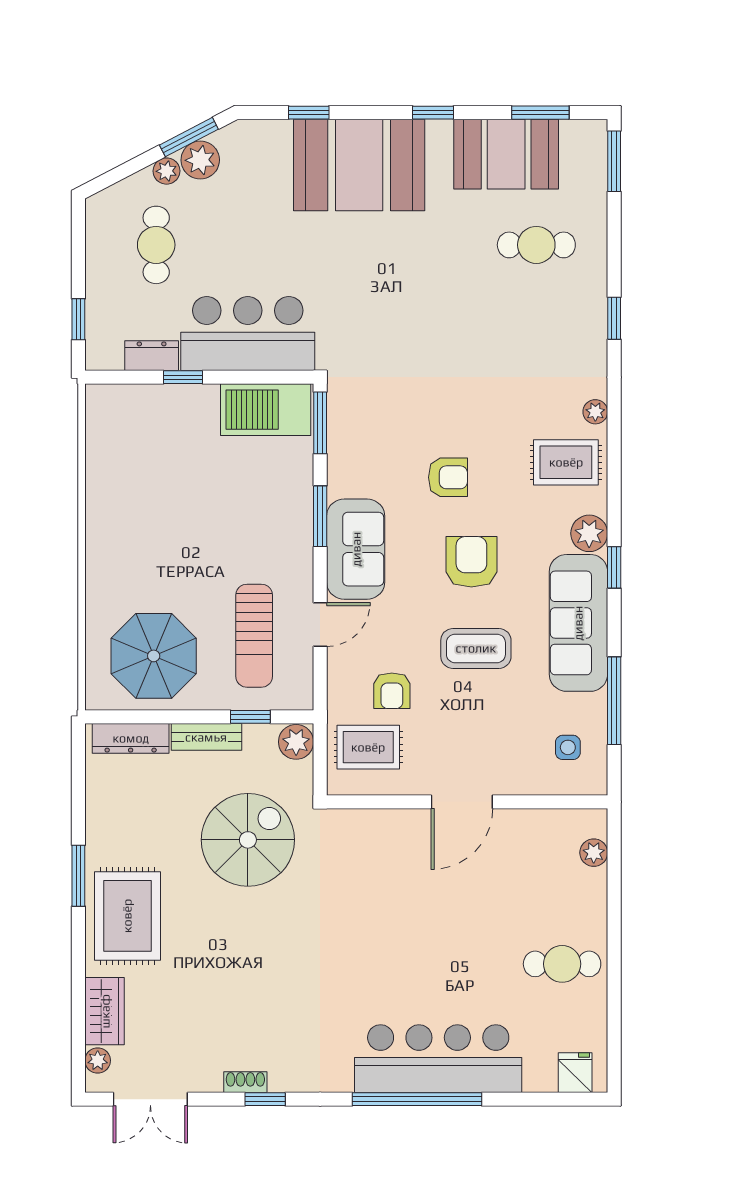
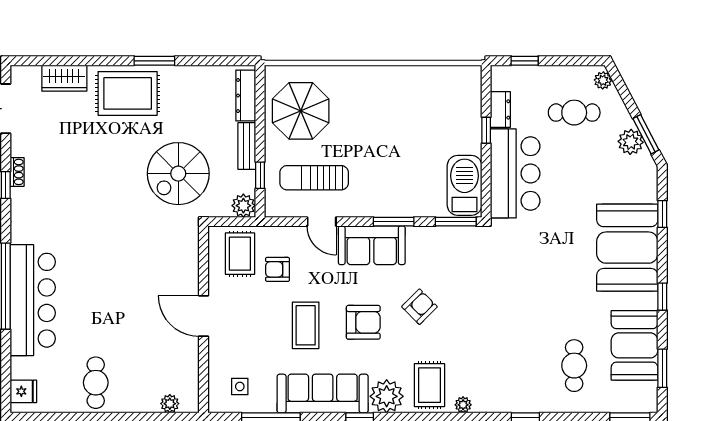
plant: (166, 171) -> (603, 80), moved
armchair: (448, 477) -> (420, 307), turned -135
plant: (589, 533) -> (387, 396), width x1.36, depth x1.36
spiral stairs: (248, 840) -> (178, 174), turned 90
plant: (98, 1060) -> (31, 74), removed

